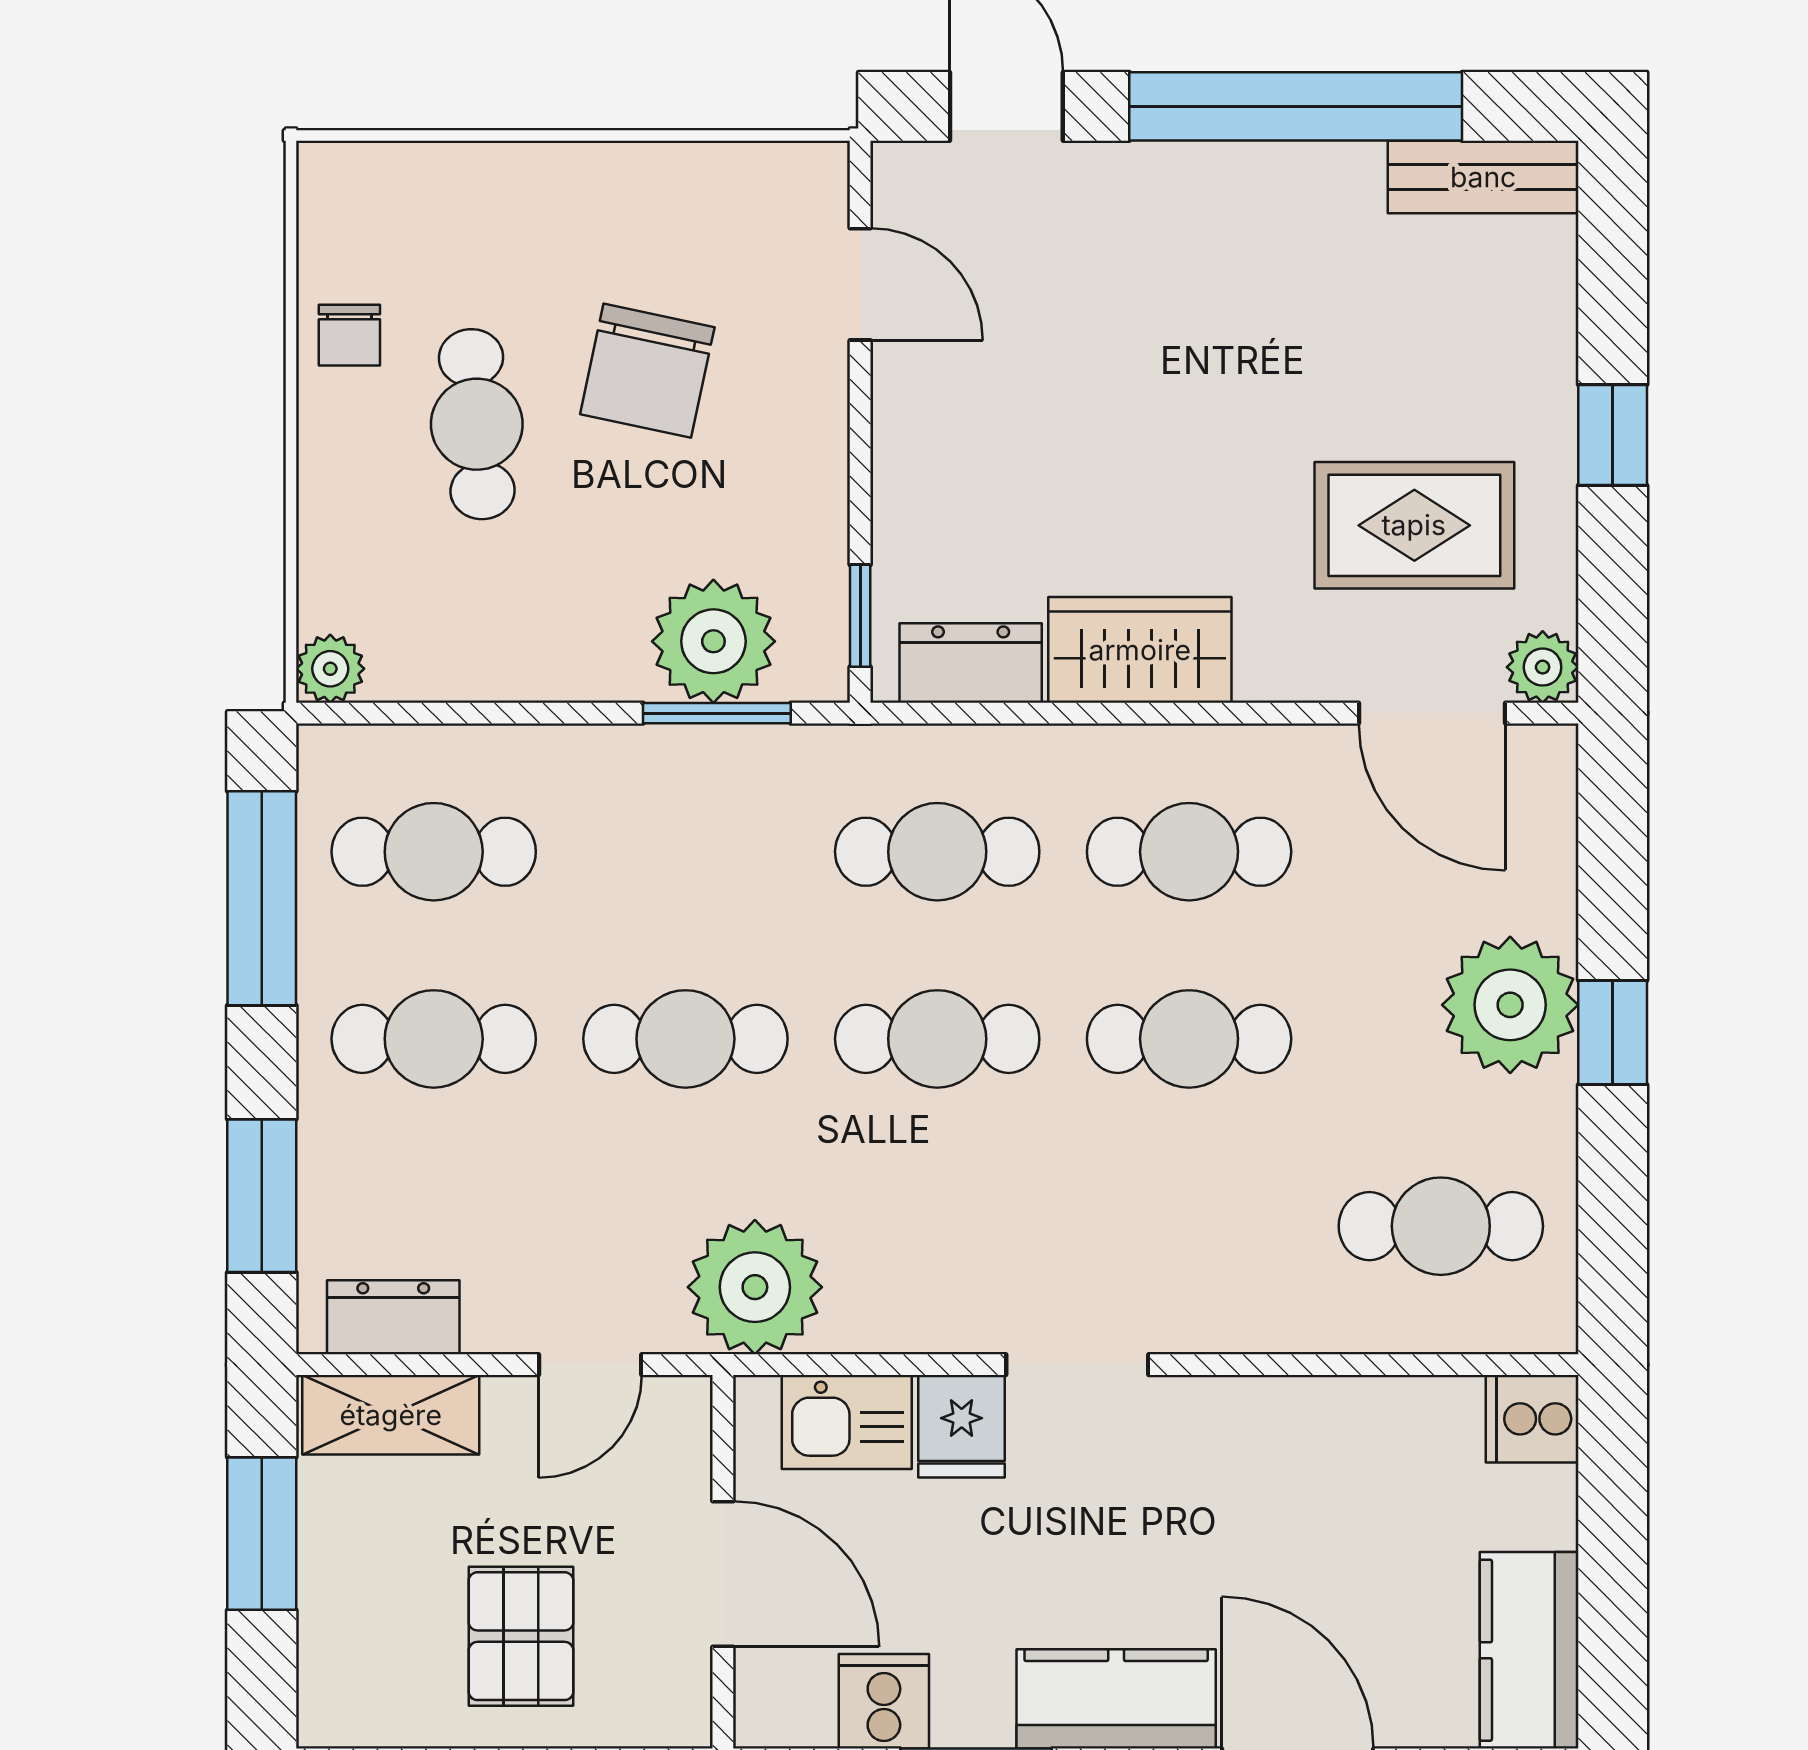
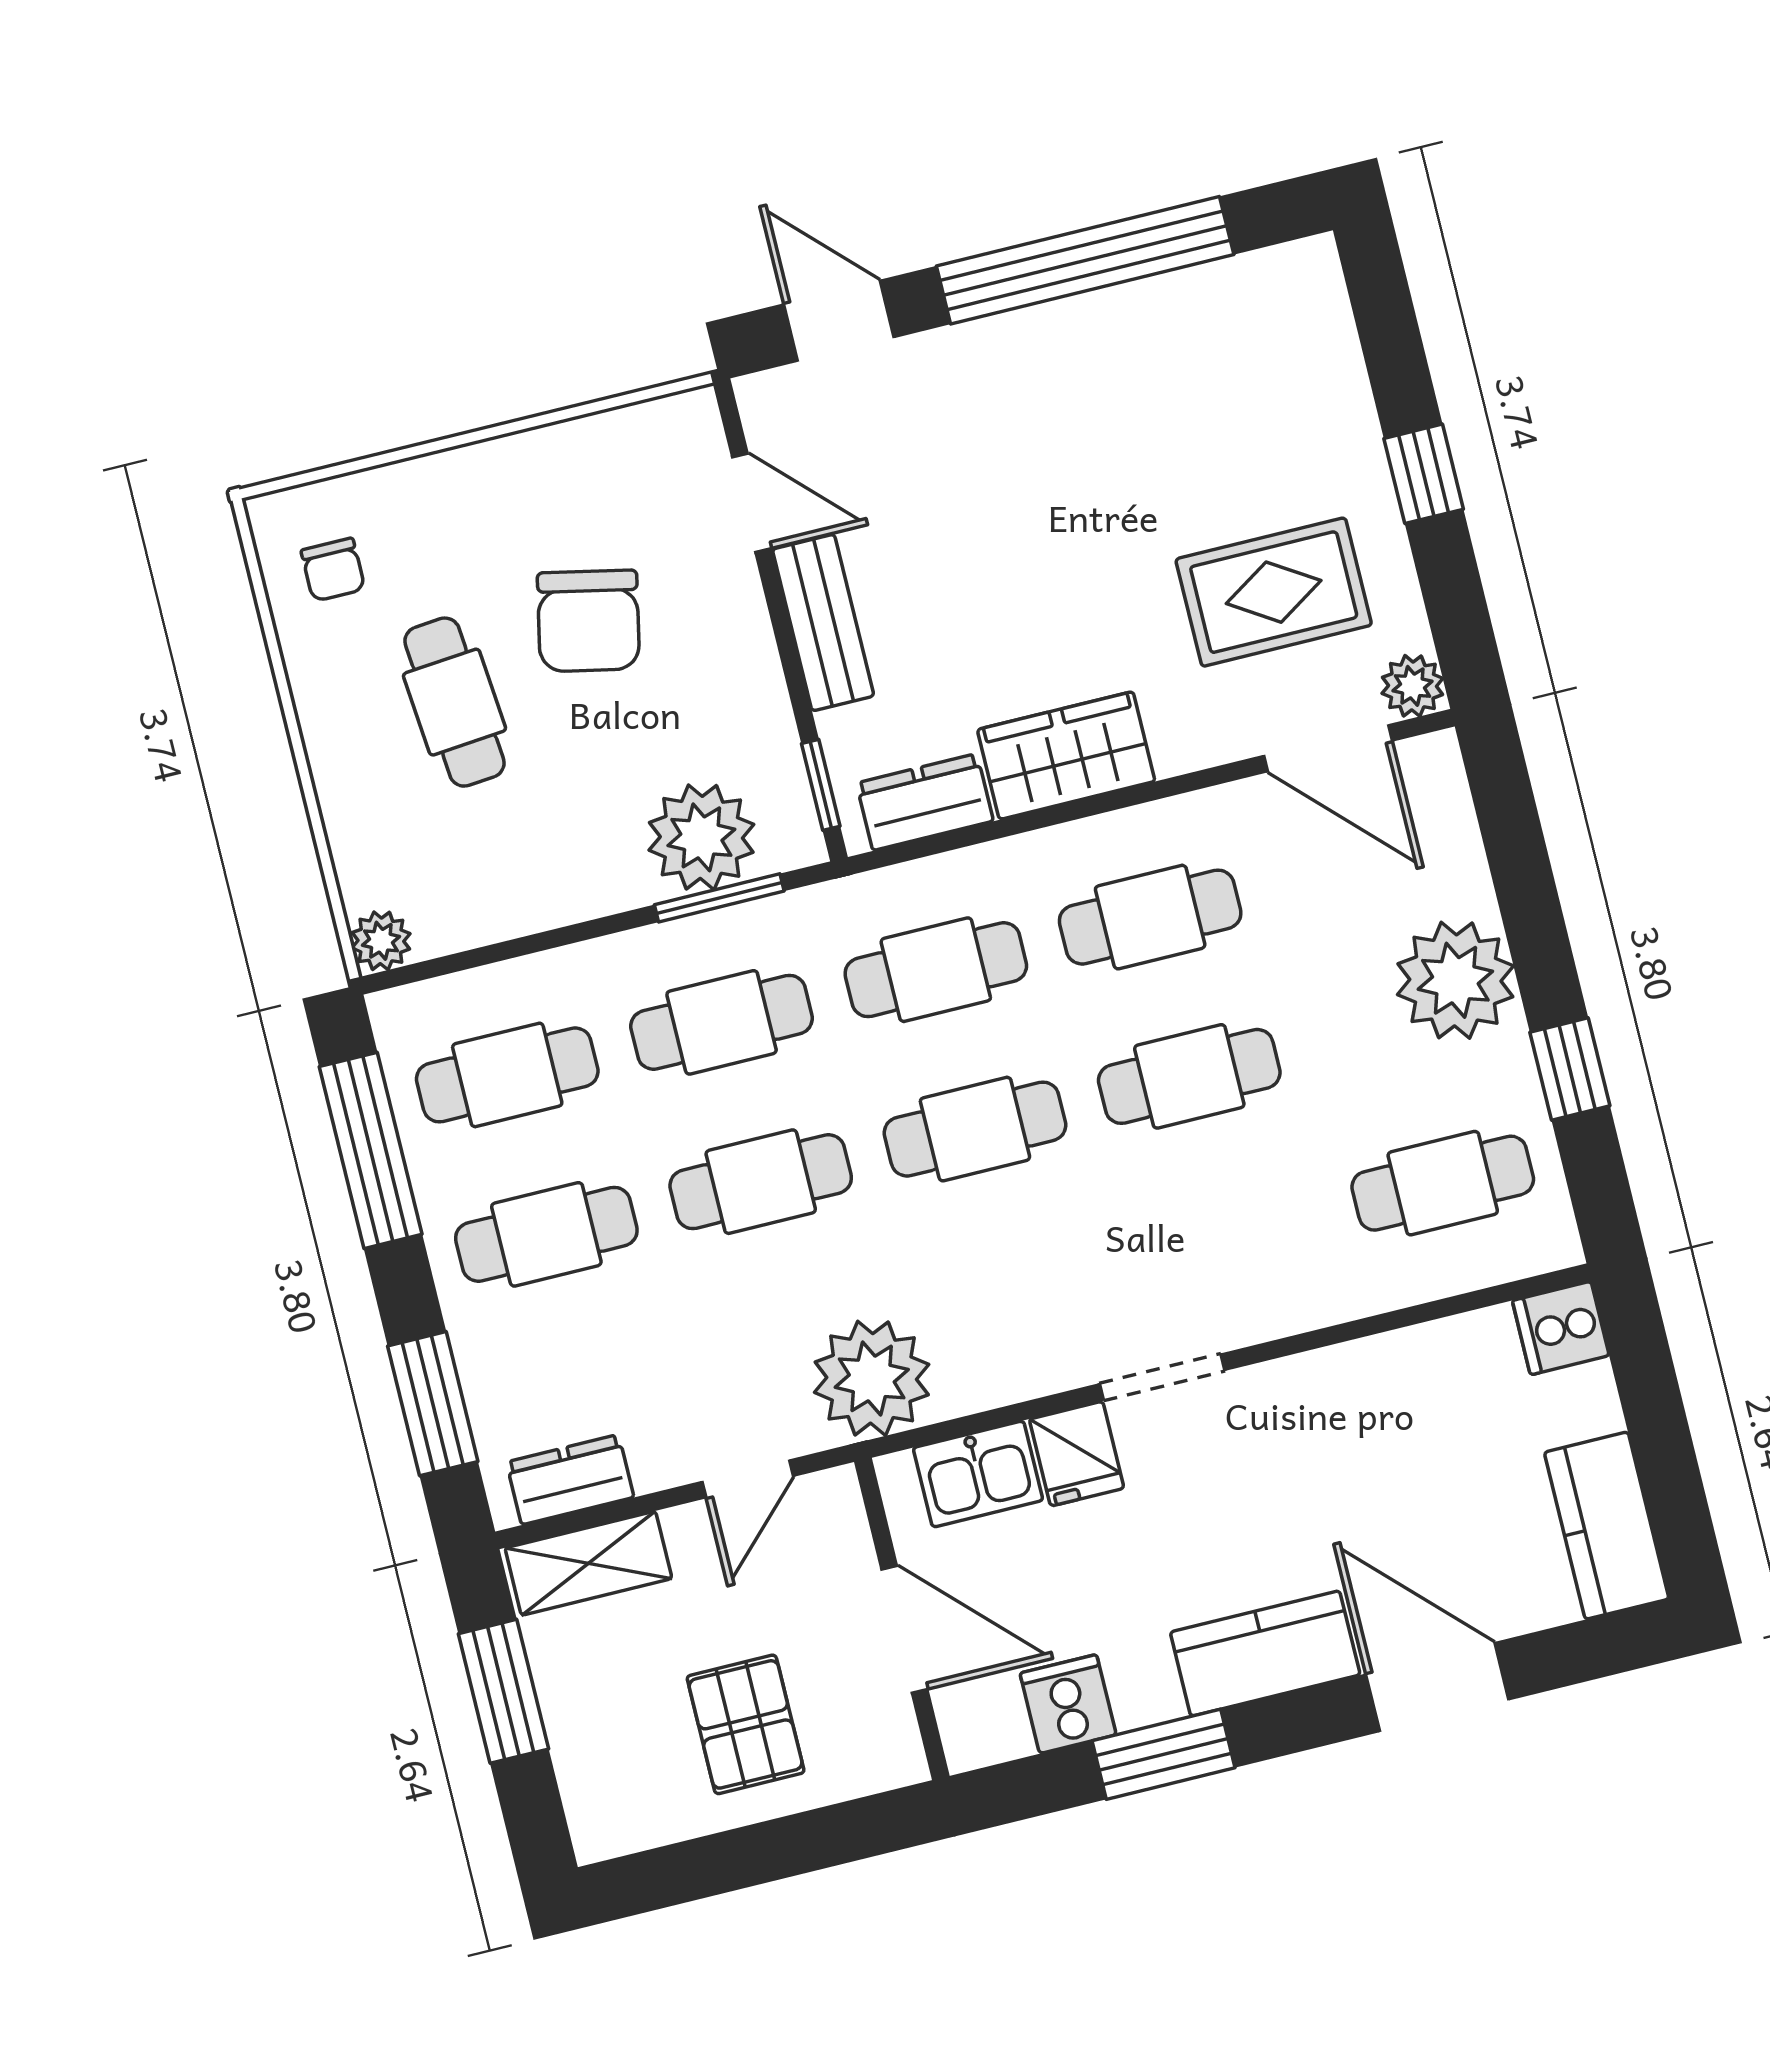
bench: (1483, 177) -> (823, 623), moved, turned 90
chair: (349, 335) -> (333, 570), moved
cafe table: (685, 852) -> (722, 1022), added
window: (1613, 1033) -> (1570, 1069), moved

